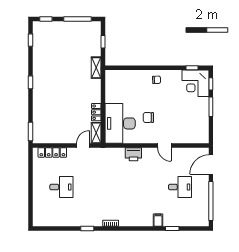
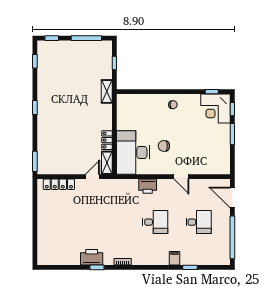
door: (211, 165) -> (232, 197), hinge flipped
desk: (61, 187) -> (155, 222), moved
printer: (82, 219) -> (92, 257), added

